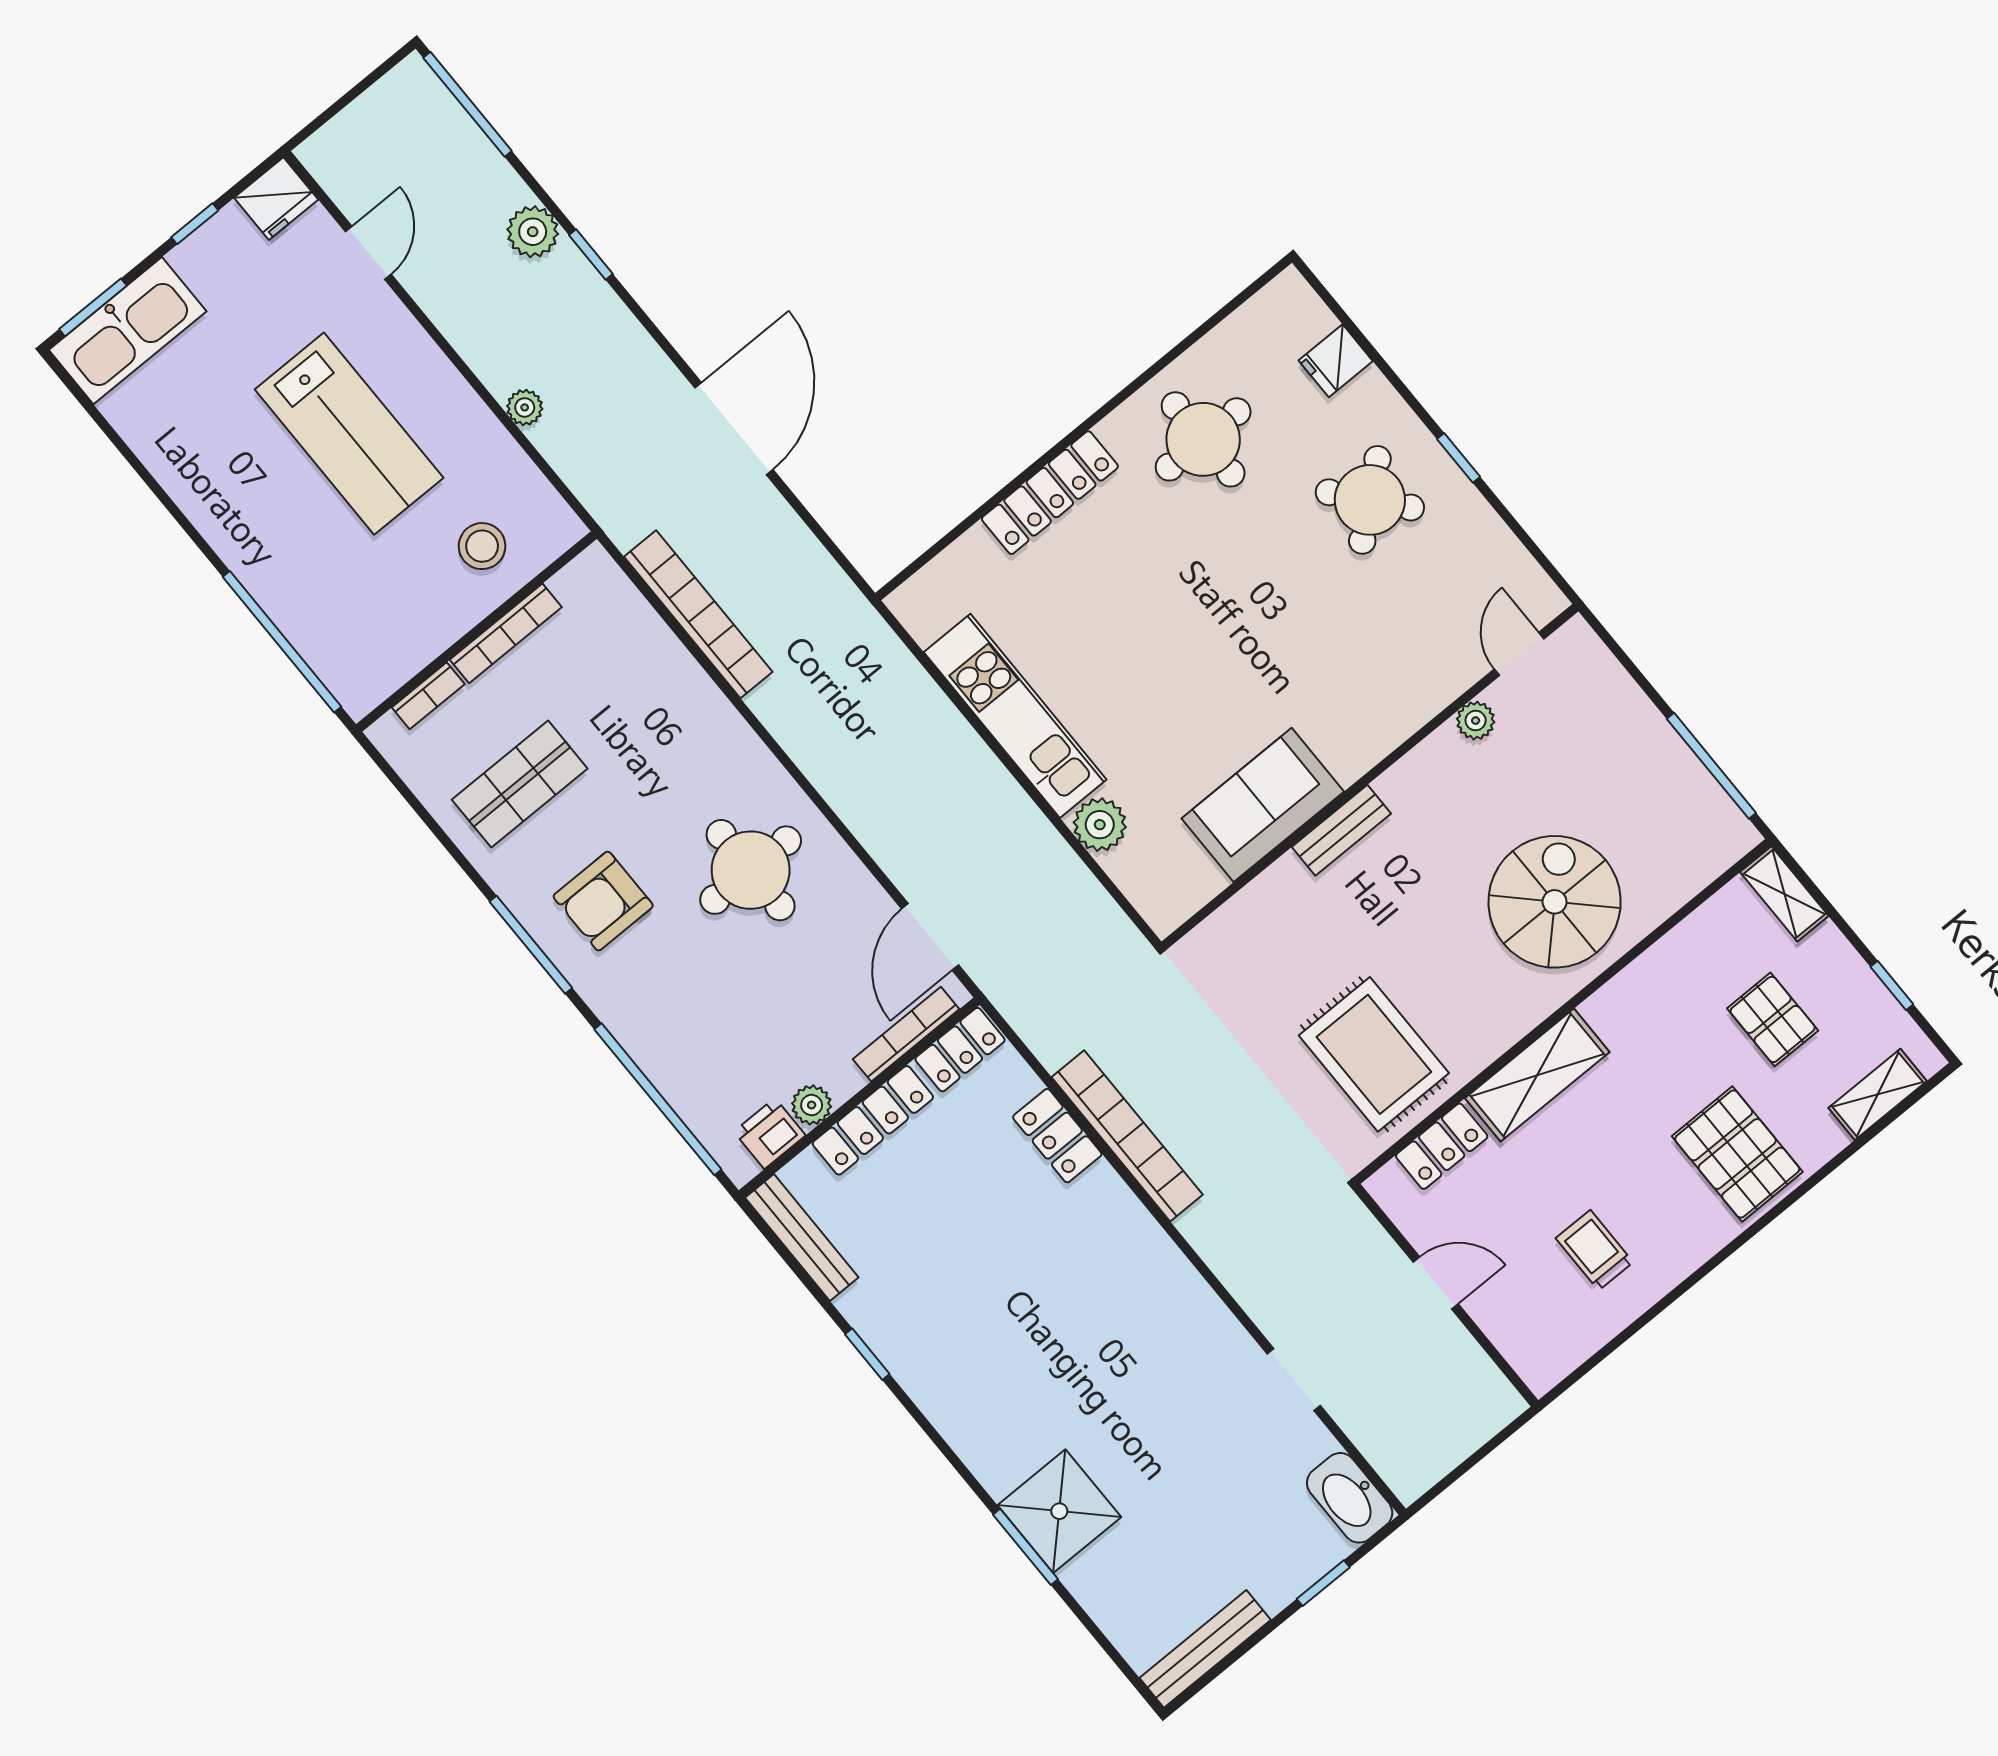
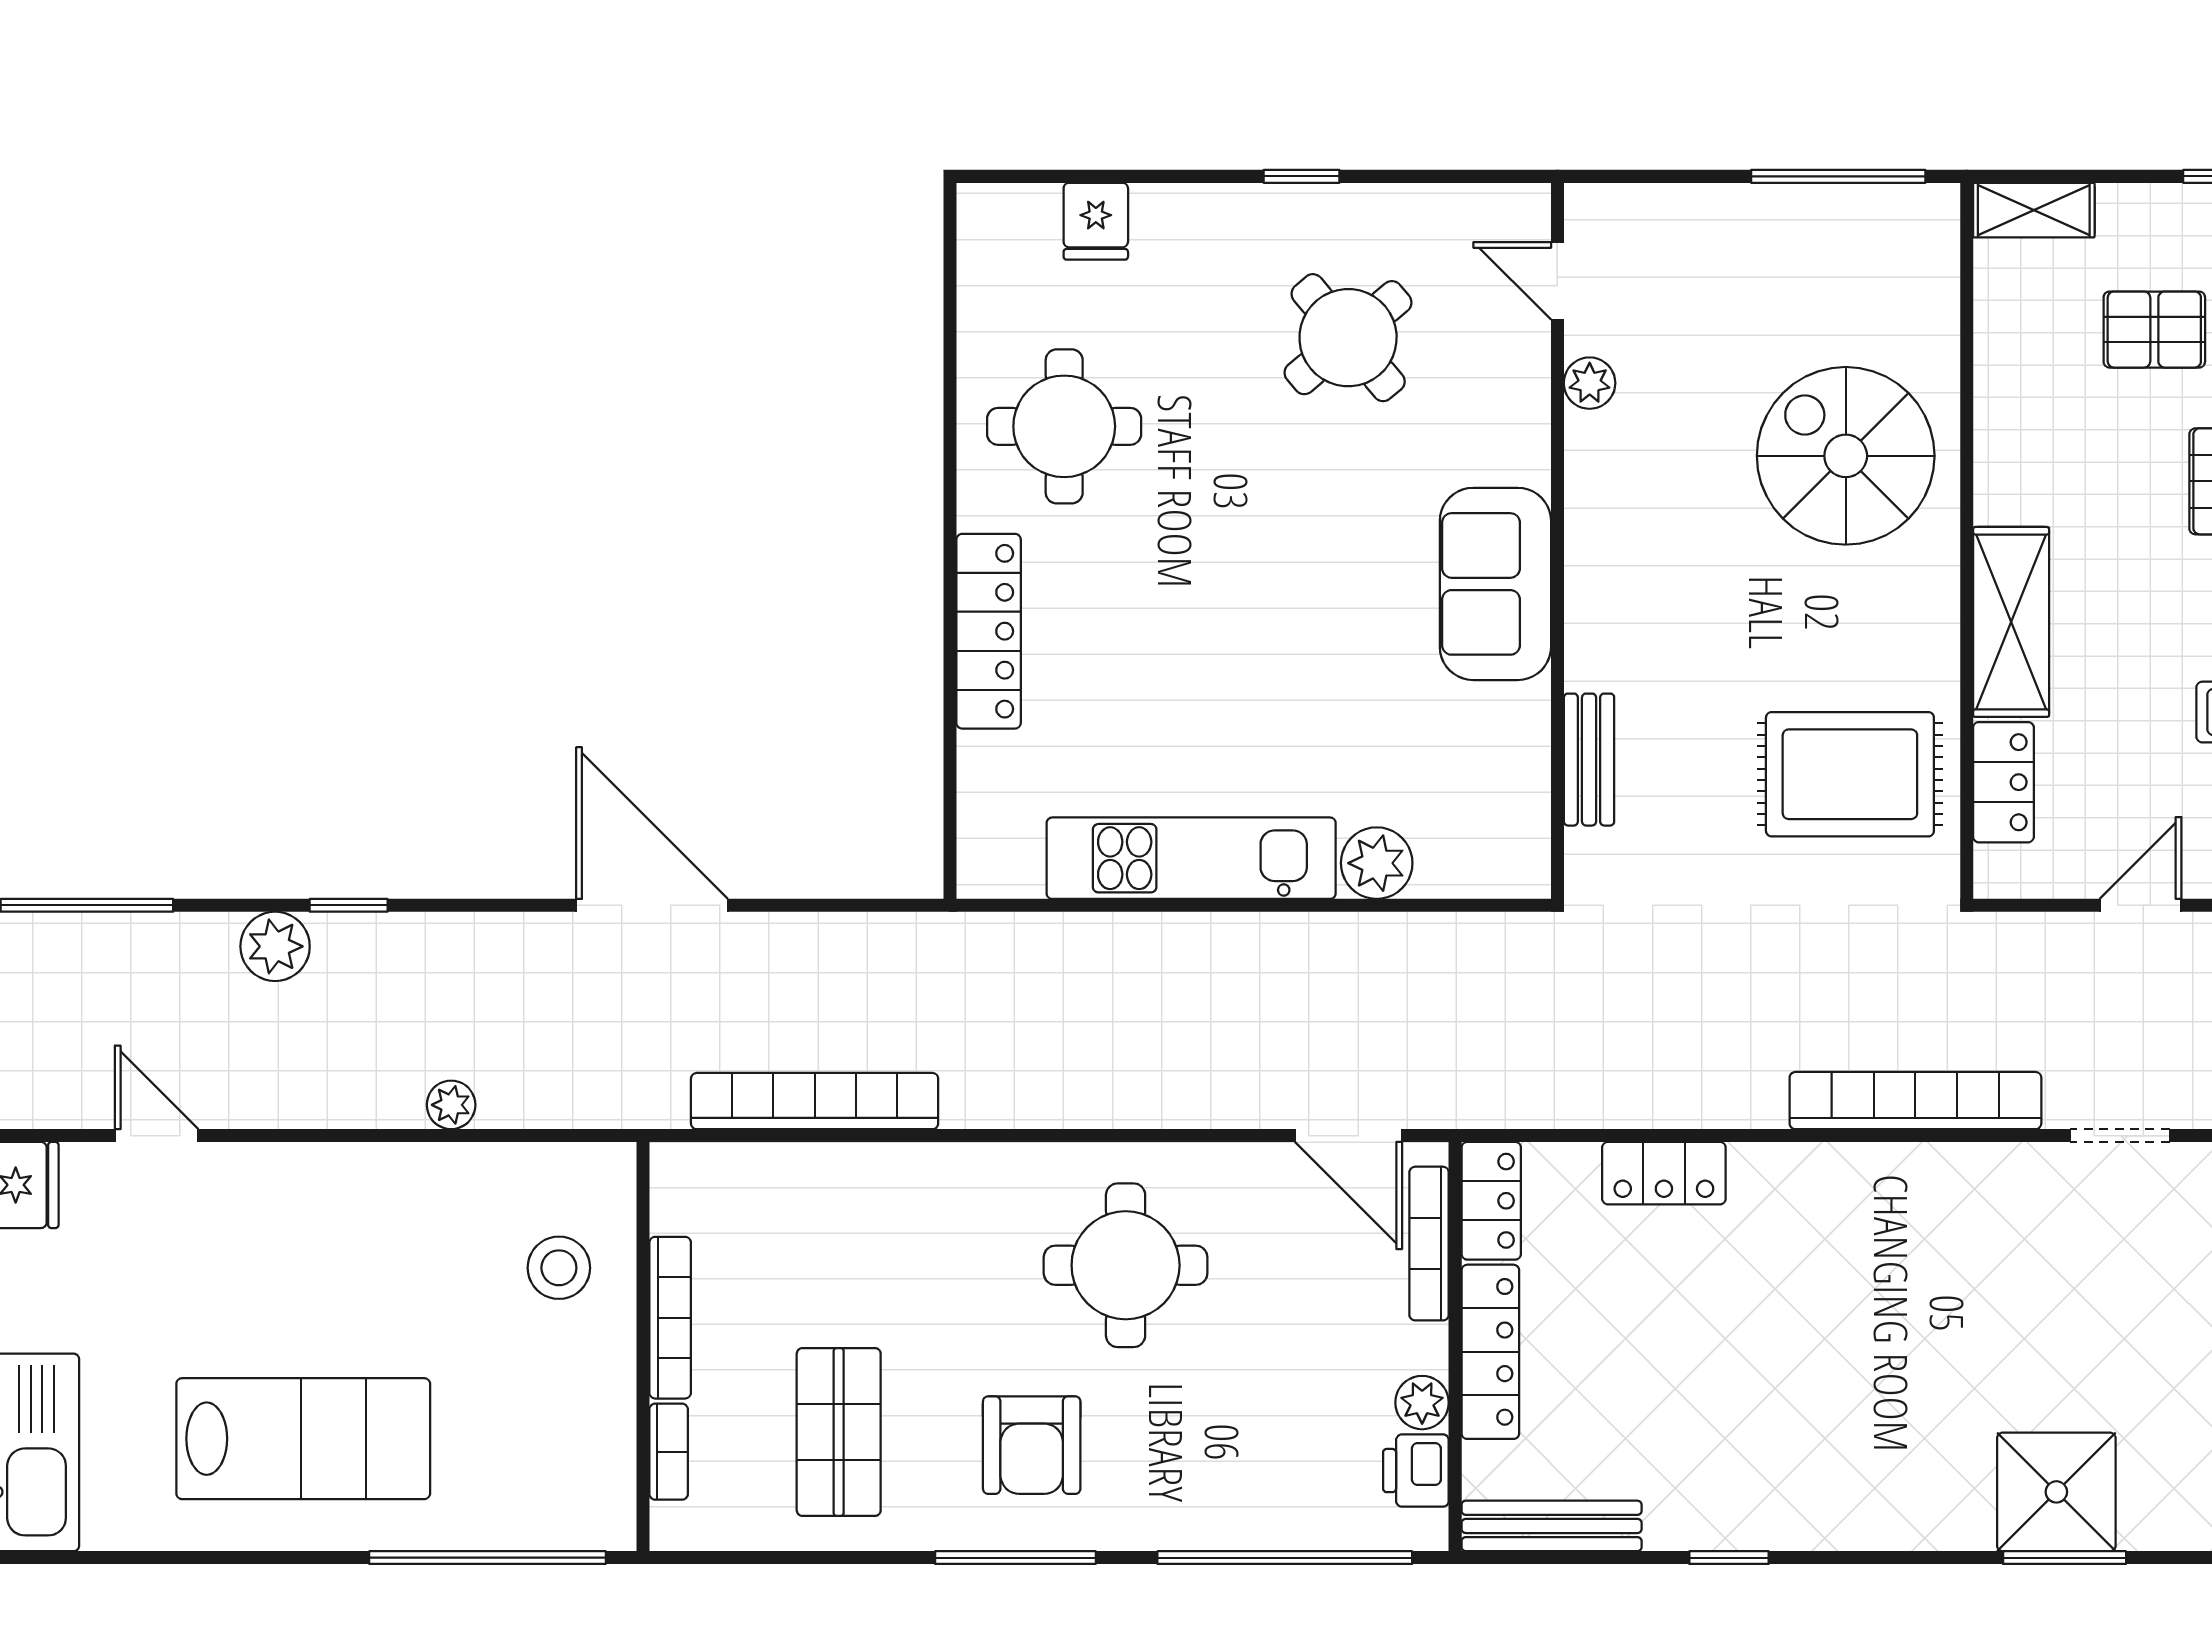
lab bench: (349, 434) -> (303, 1439), moved
round table: (1370, 500) -> (1348, 338), moved
sofa: (1263, 805) -> (1495, 584), moved
bench: (1341, 830) -> (1589, 760), moved
bookcase: (1127, 1136) -> (1915, 1101), moved

